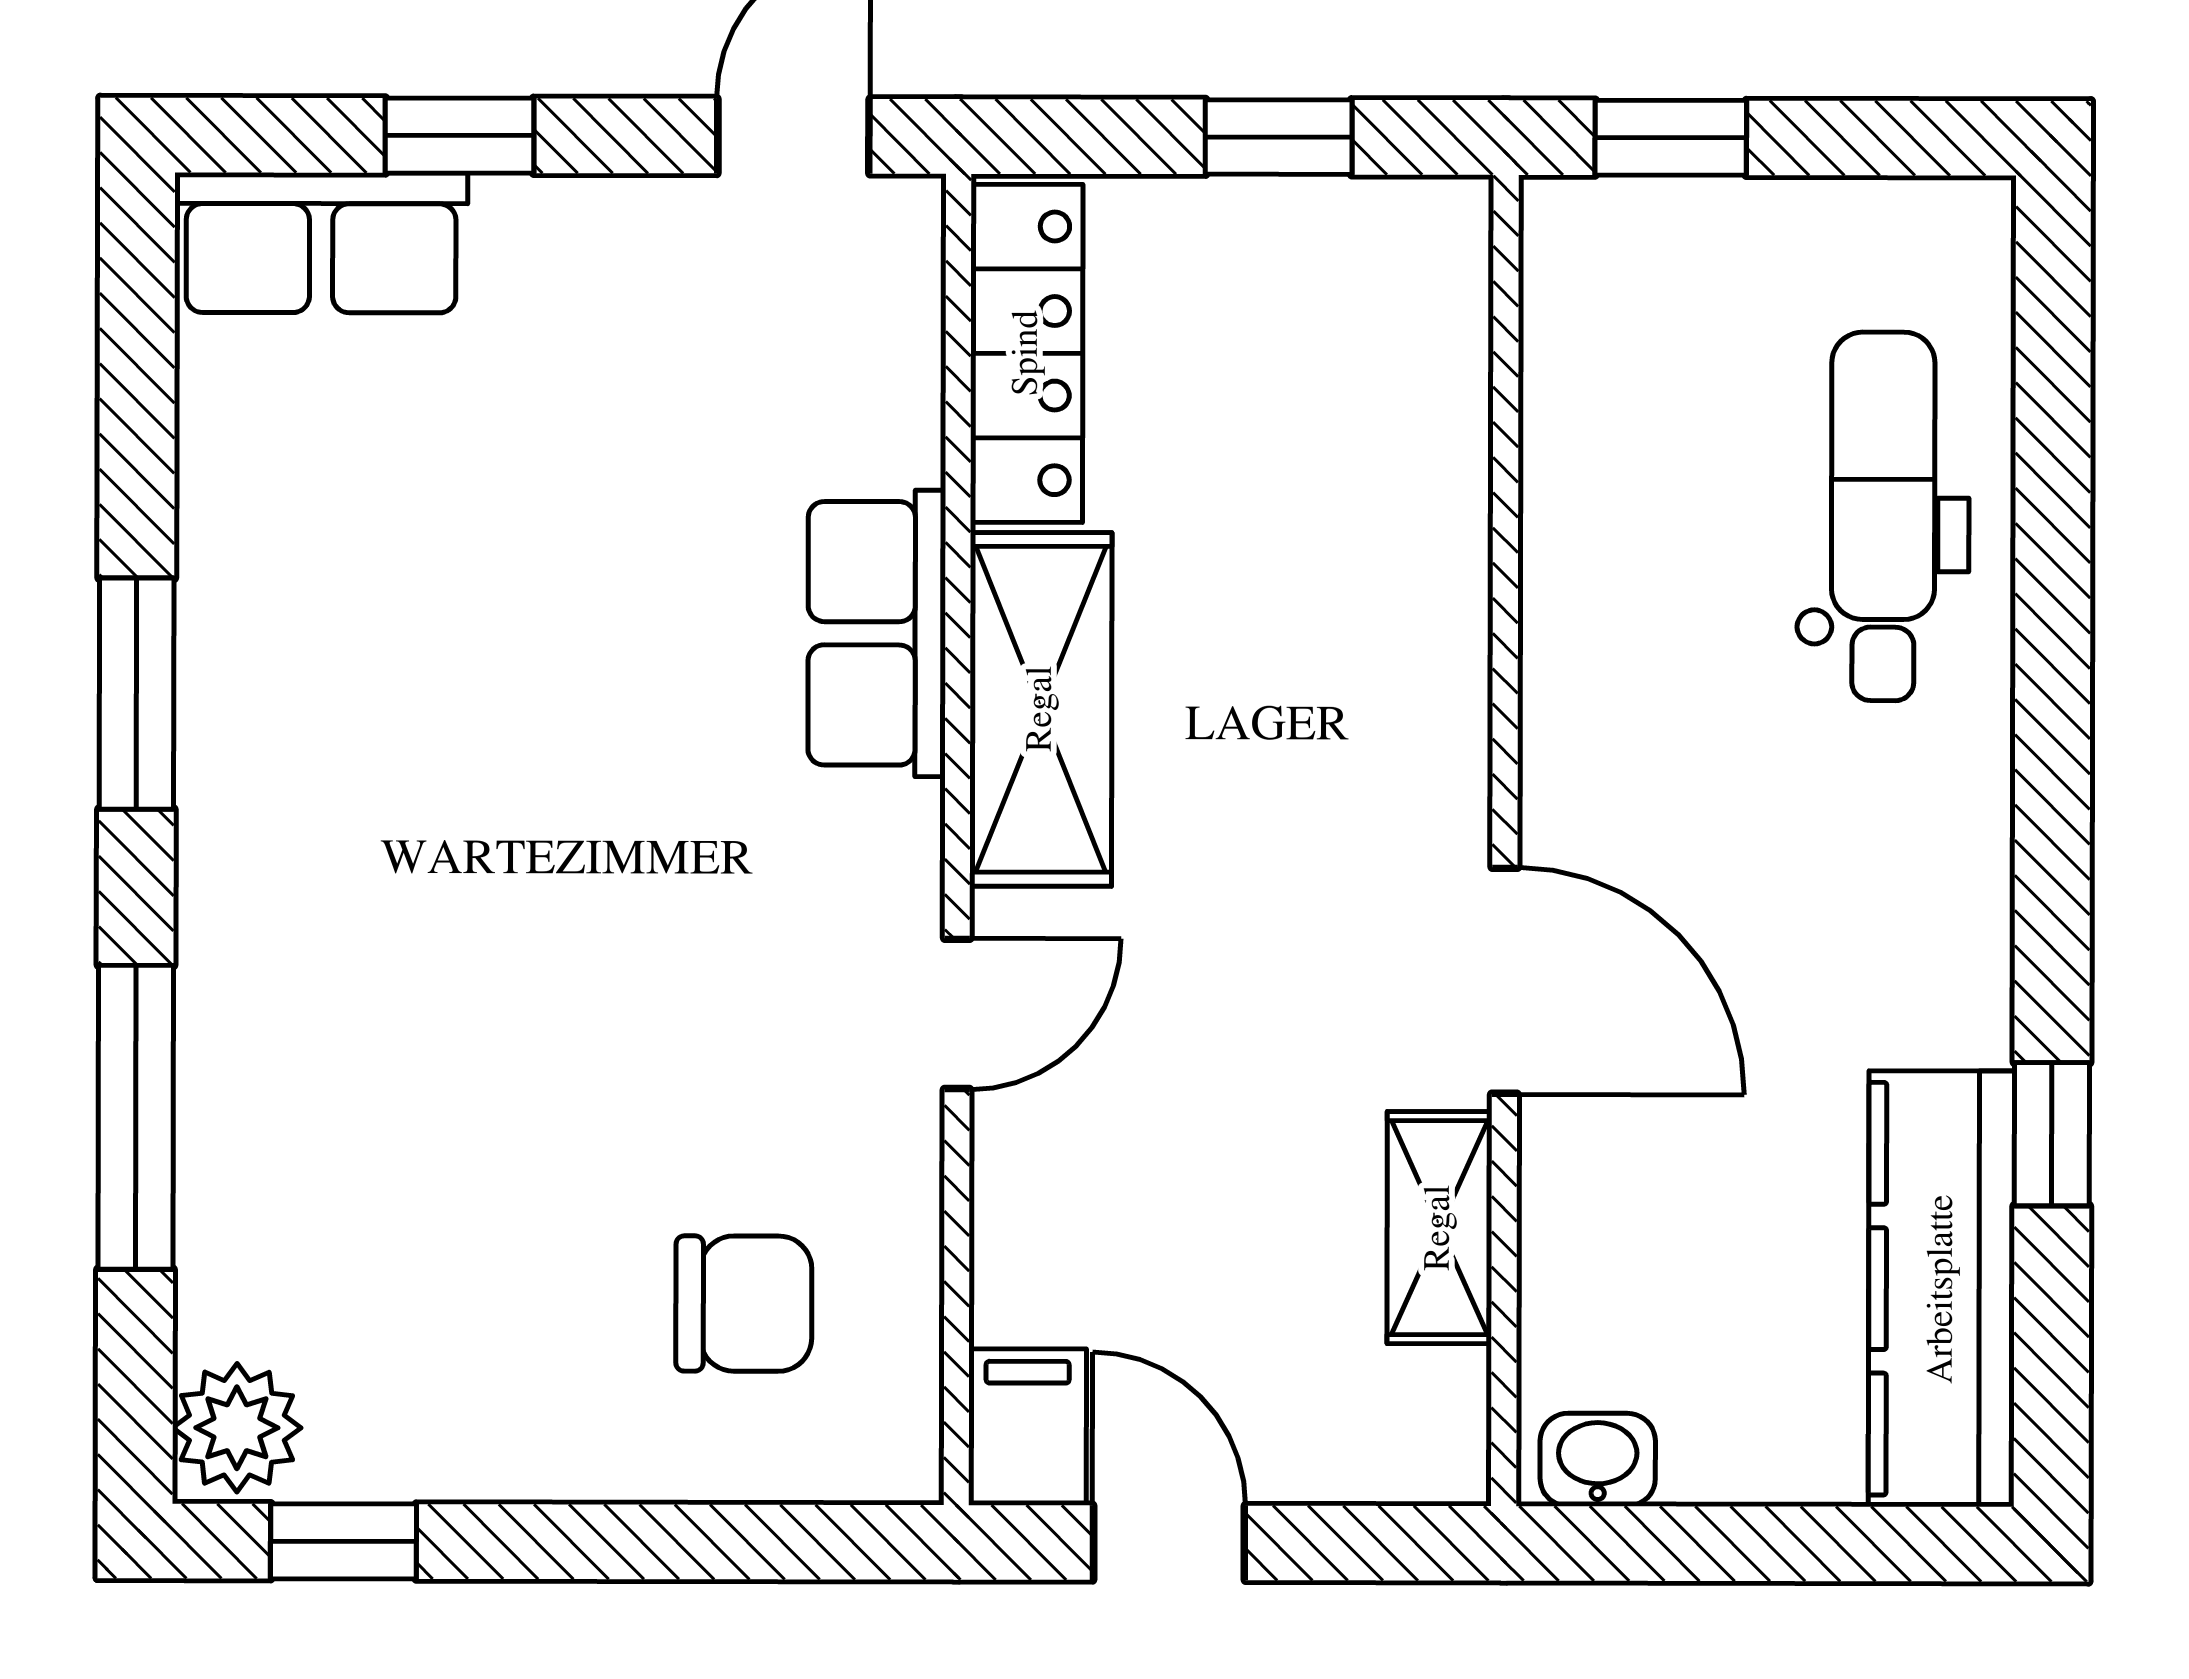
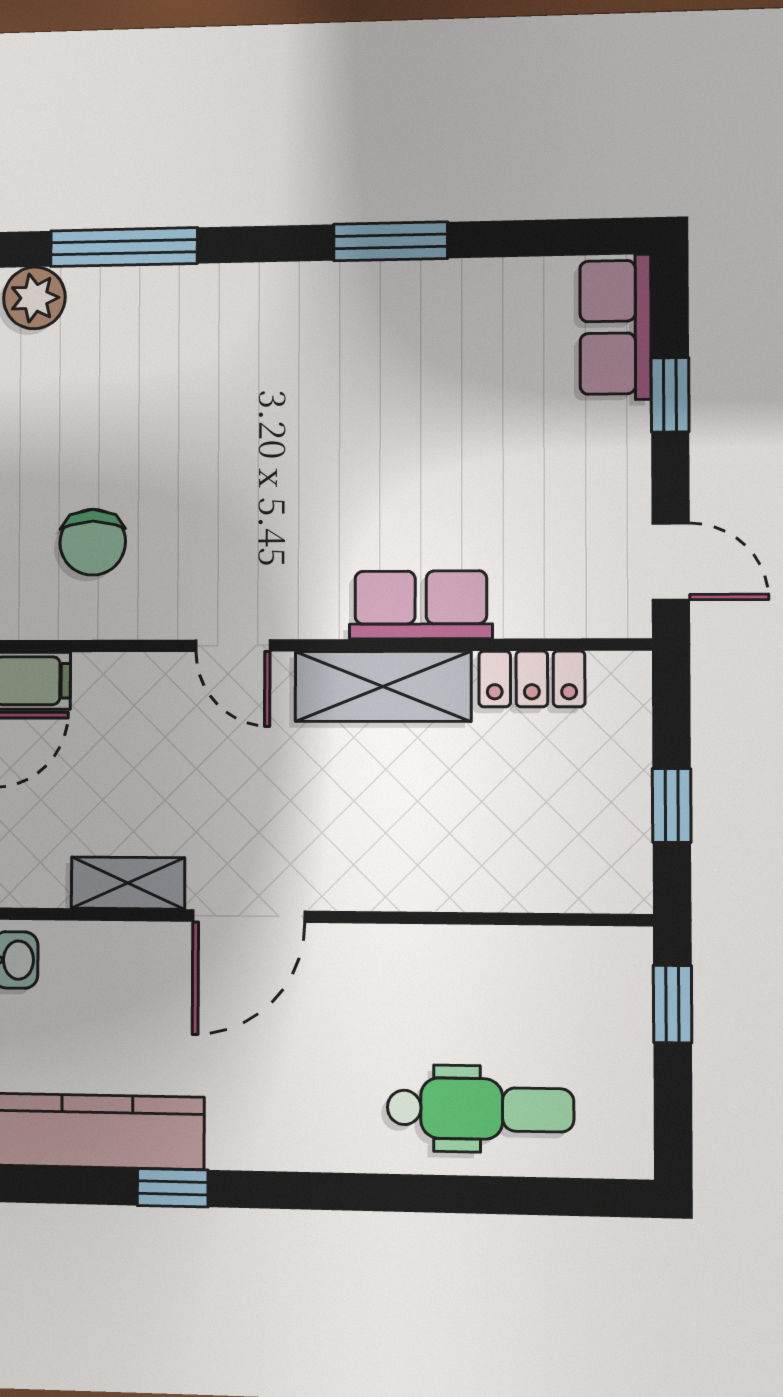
locker: (1027, 353) -> (532, 679), width x0.66
window: (136, 1117) -> (124, 247), moved

